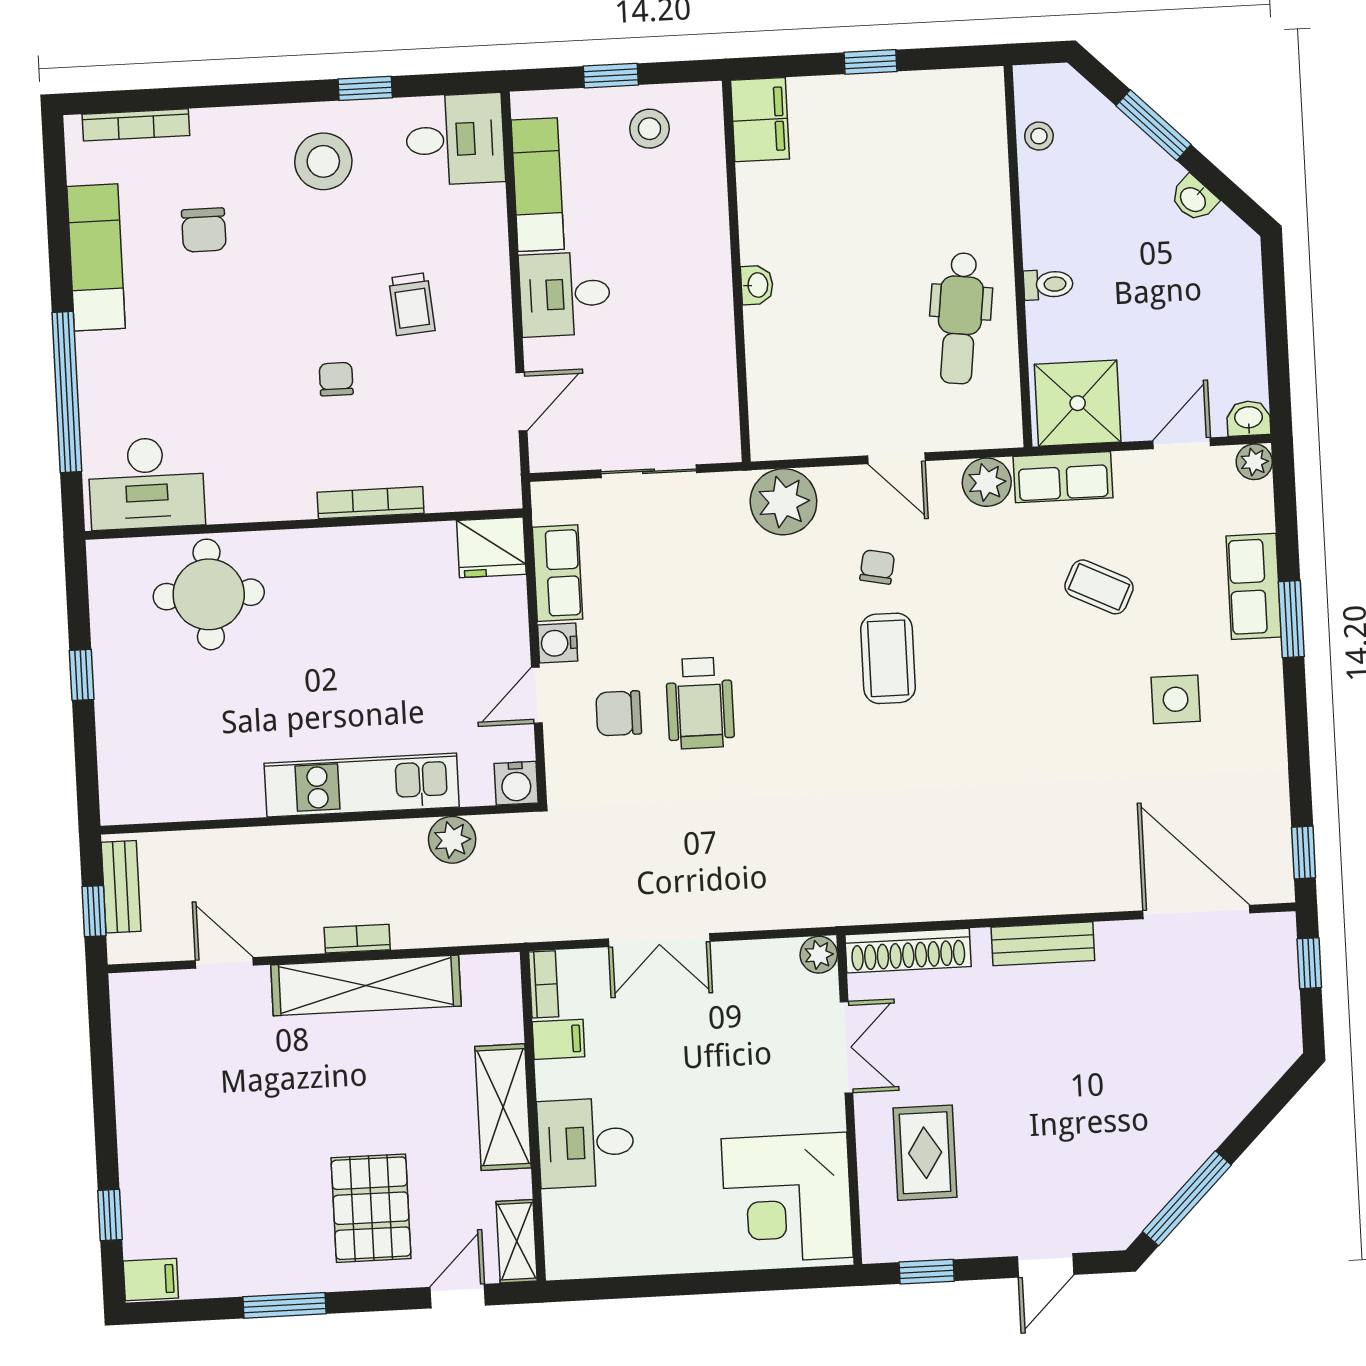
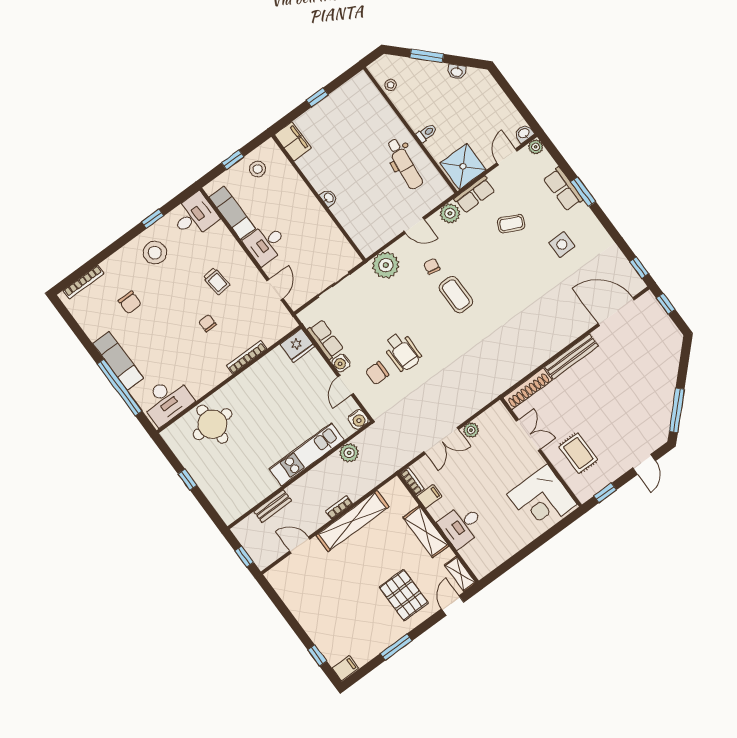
exam couch: (96, 257) -> (118, 361), moved
bench: (121, 887) -> (273, 506), moved, turned 90
bench: (1043, 944) -> (572, 356), width x1.36
plant: (819, 955) -> (471, 430), moved

